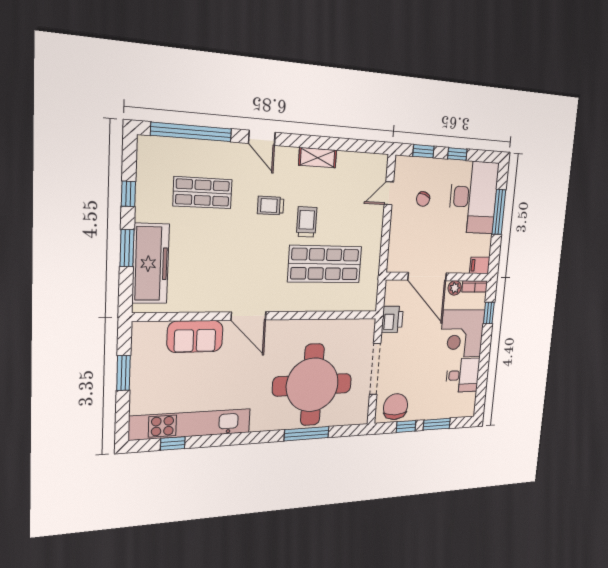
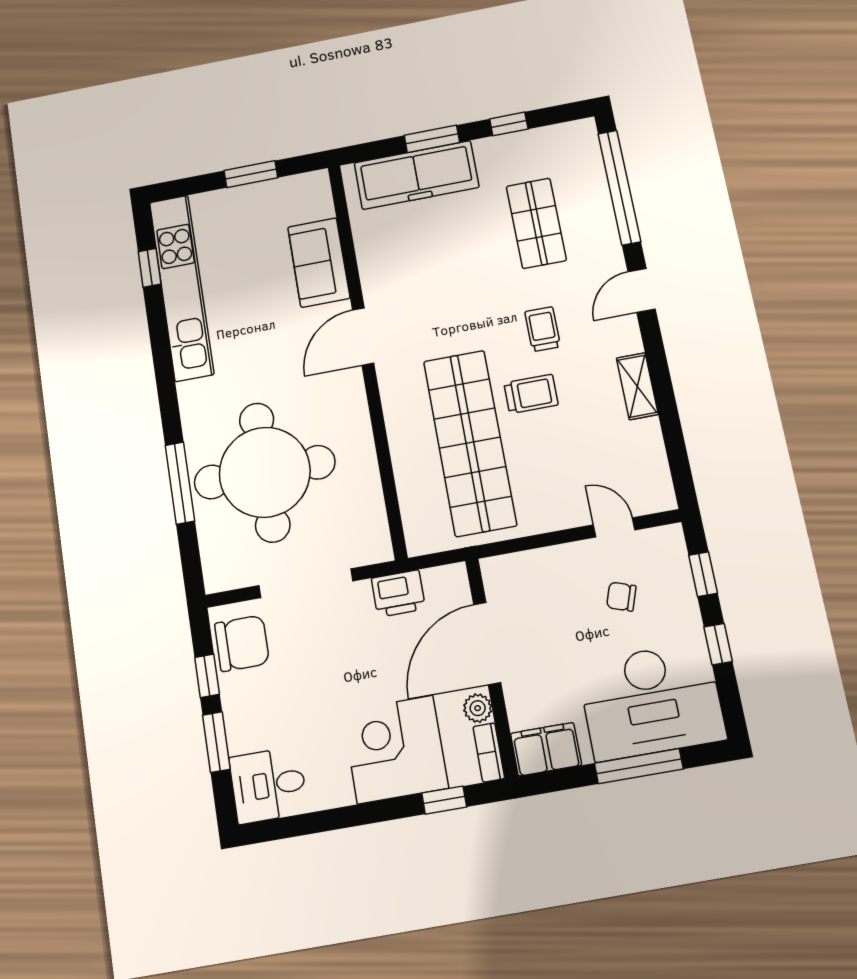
shop shelf: (325, 264) -> (470, 443), width x1.40
filing cabinet: (480, 265) -> (546, 749), width x2.00
desk: (463, 375) -> (268, 785), moved, turned 90

